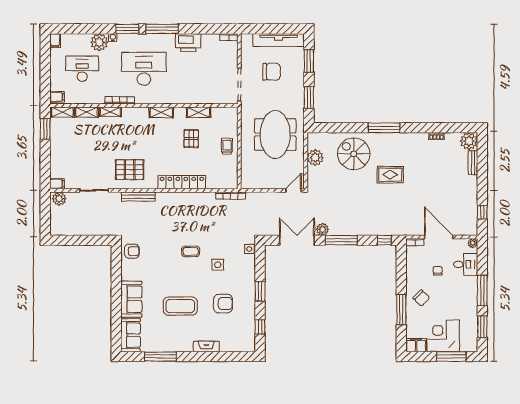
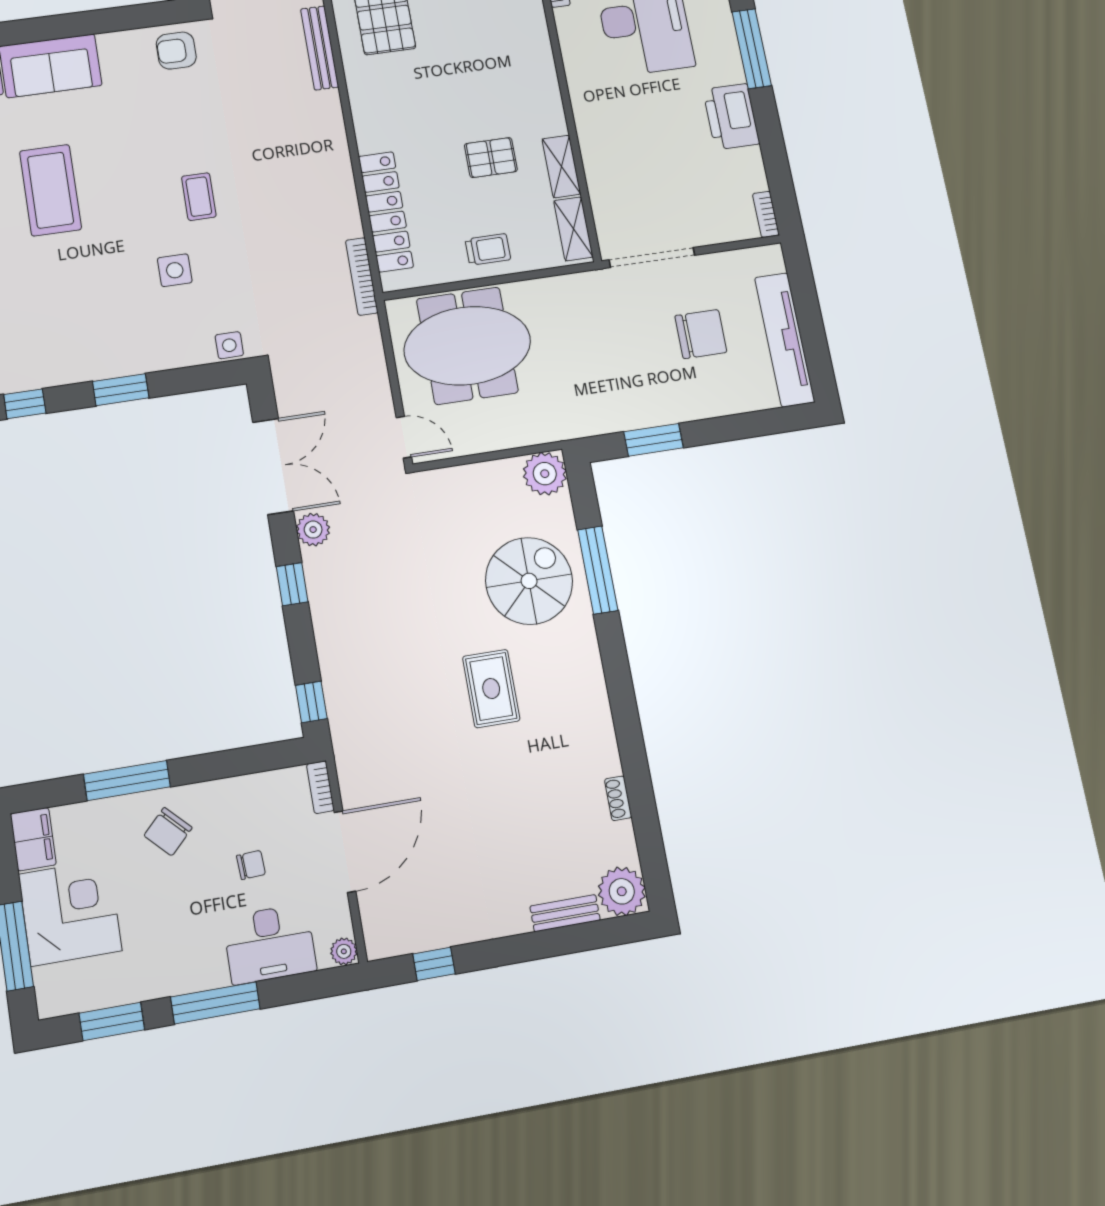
window: (309, 61) -> (748, 425), removed
chair: (272, 72) -> (701, 334), turned -90
shelving: (161, 112) -> (573, 229), moved
window: (384, 128) -> (598, 570), moved
meeting table: (275, 134) -> (467, 346), moved
plant: (315, 157) -> (545, 474), moved
locker: (182, 182) -> (386, 212), moved
window: (341, 240) -> (292, 584), width x0.46
armchair: (132, 251) -> (176, 51), turned 90
desk: (466, 264) -> (270, 944), width x1.37
armchair: (223, 304) -> (73, 298), removed

